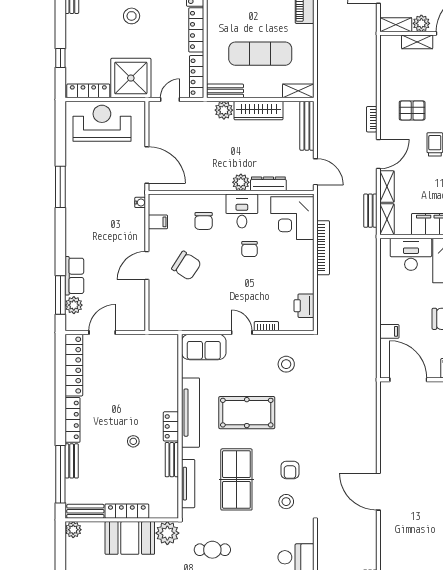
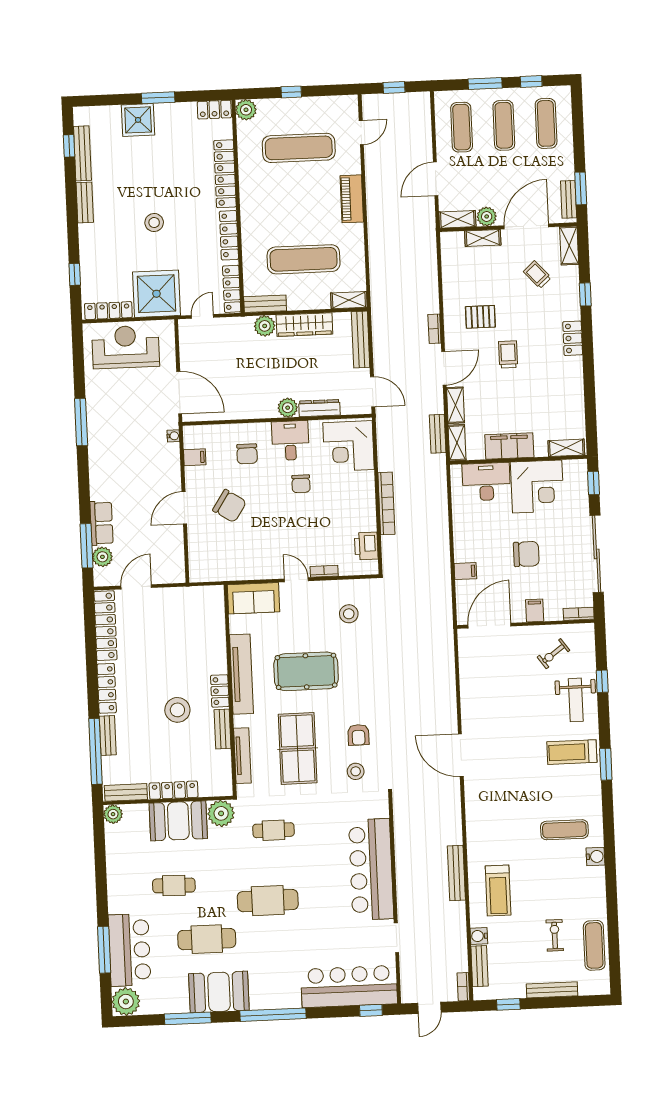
bookcase: (323, 248) -> (386, 503), moved
door: (408, 380) -> (489, 626), hinge flipped
stool: (133, 441) -> (177, 710), width x1.89, depth x1.89

